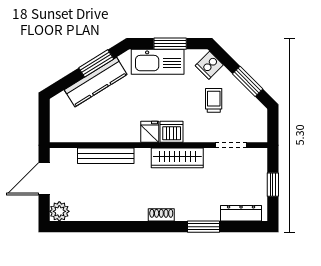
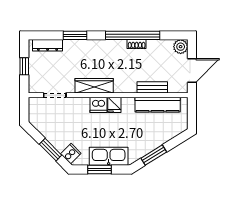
window: (248, 81) -> (51, 150), moved
kitchen counter: (96, 82) -> (158, 105), moved, turned -148
trolley: (214, 100) -> (68, 128), removed
bench: (106, 156) -> (152, 87), width x0.73
shoe rack: (161, 215) -> (137, 44), moved
window: (125, 227) -> (133, 35), added

